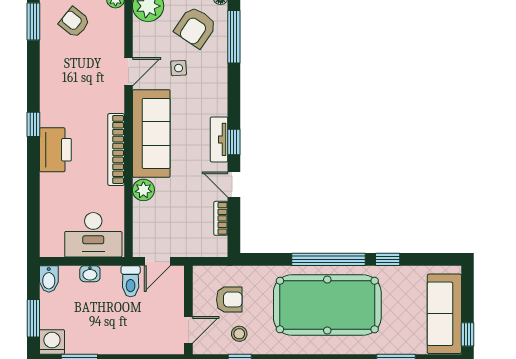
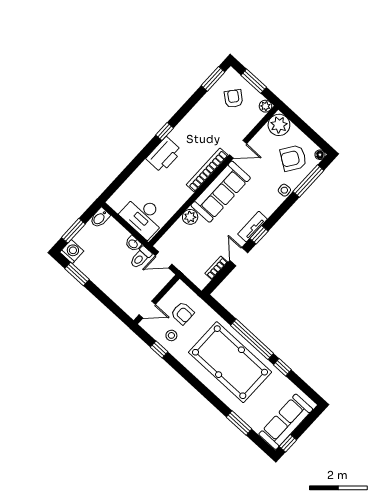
side table: (179, 68) -> (284, 190), moved
bookcase: (116, 149) -> (207, 170), moved
washbasin: (90, 274) -> (133, 244), moved

